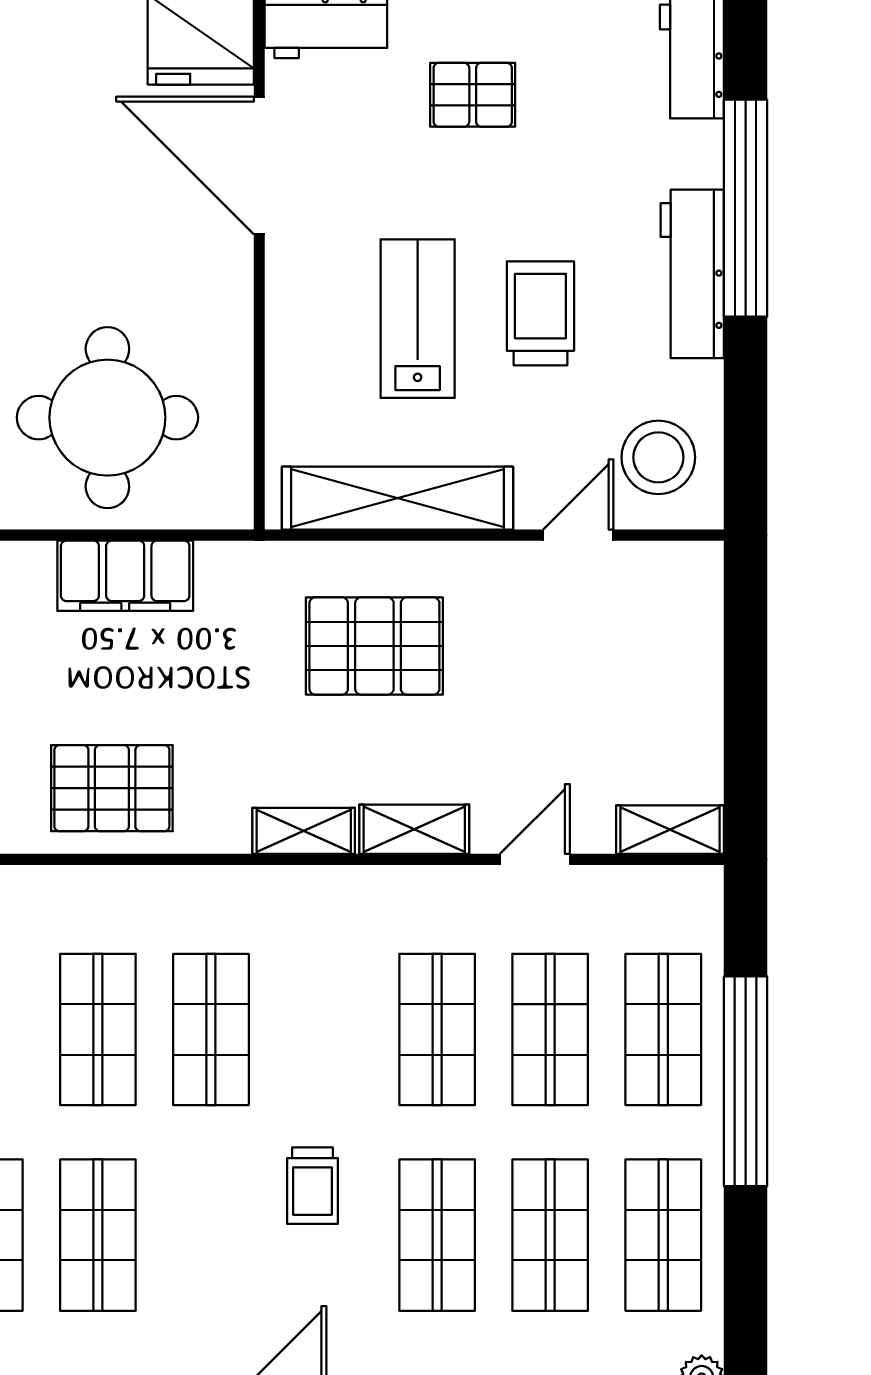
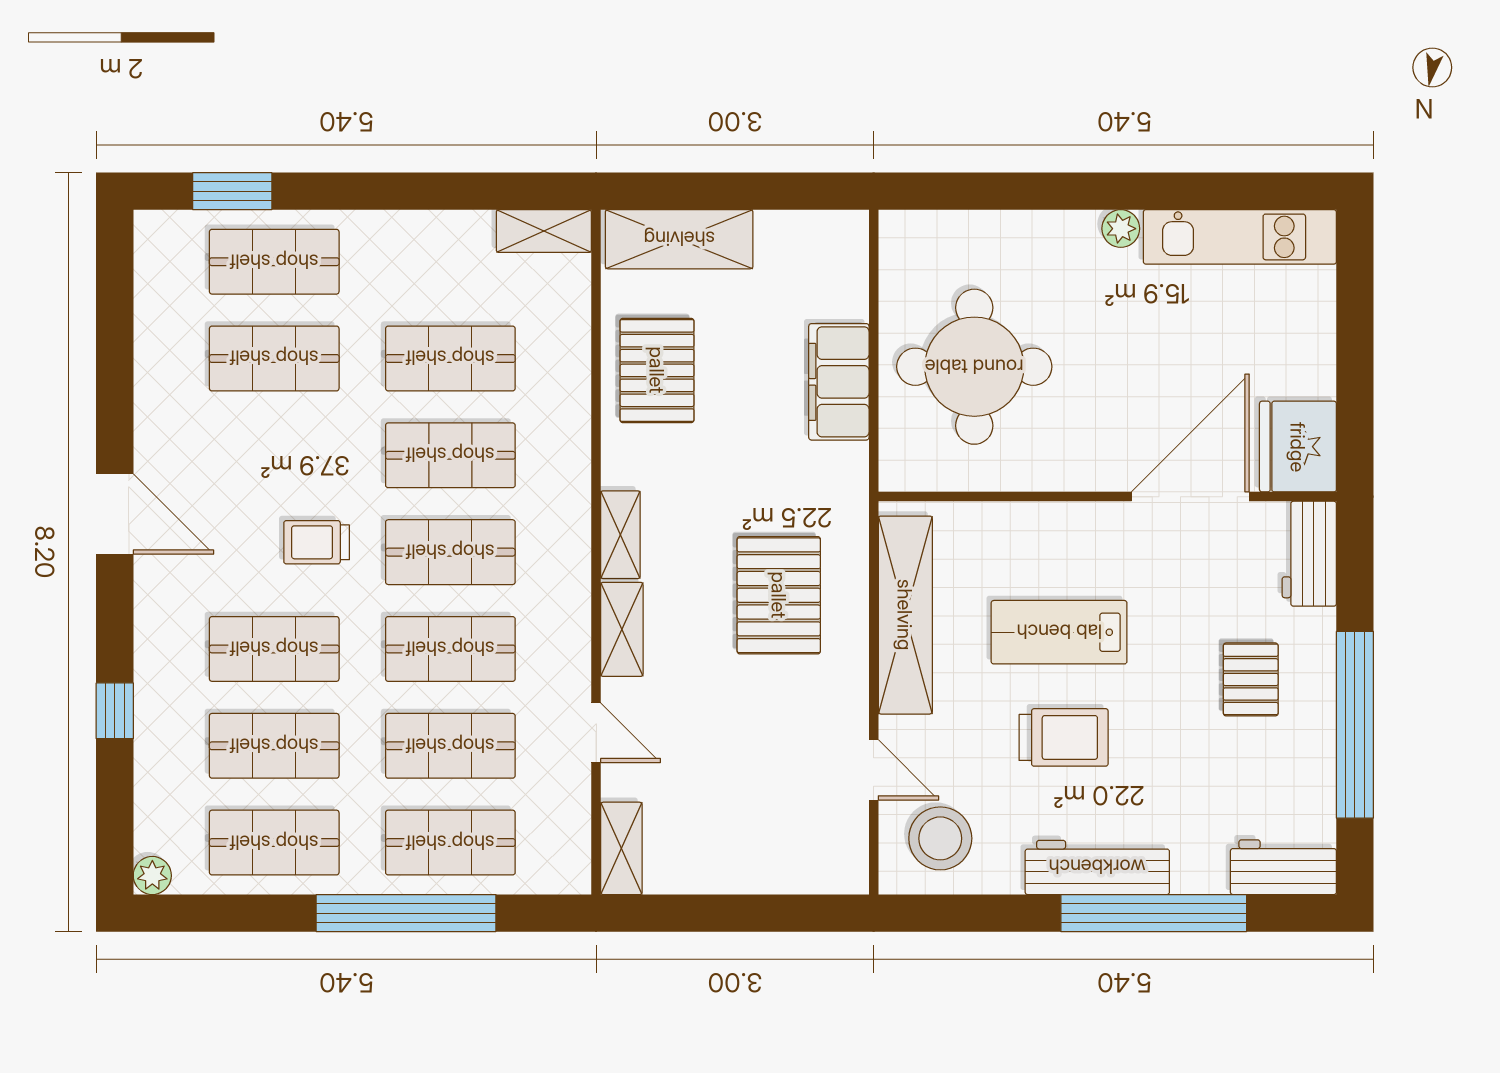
lab bench: (418, 319) -> (1059, 632), turned 180
shop shelf: (324, 1029) -> (450, 552), added

